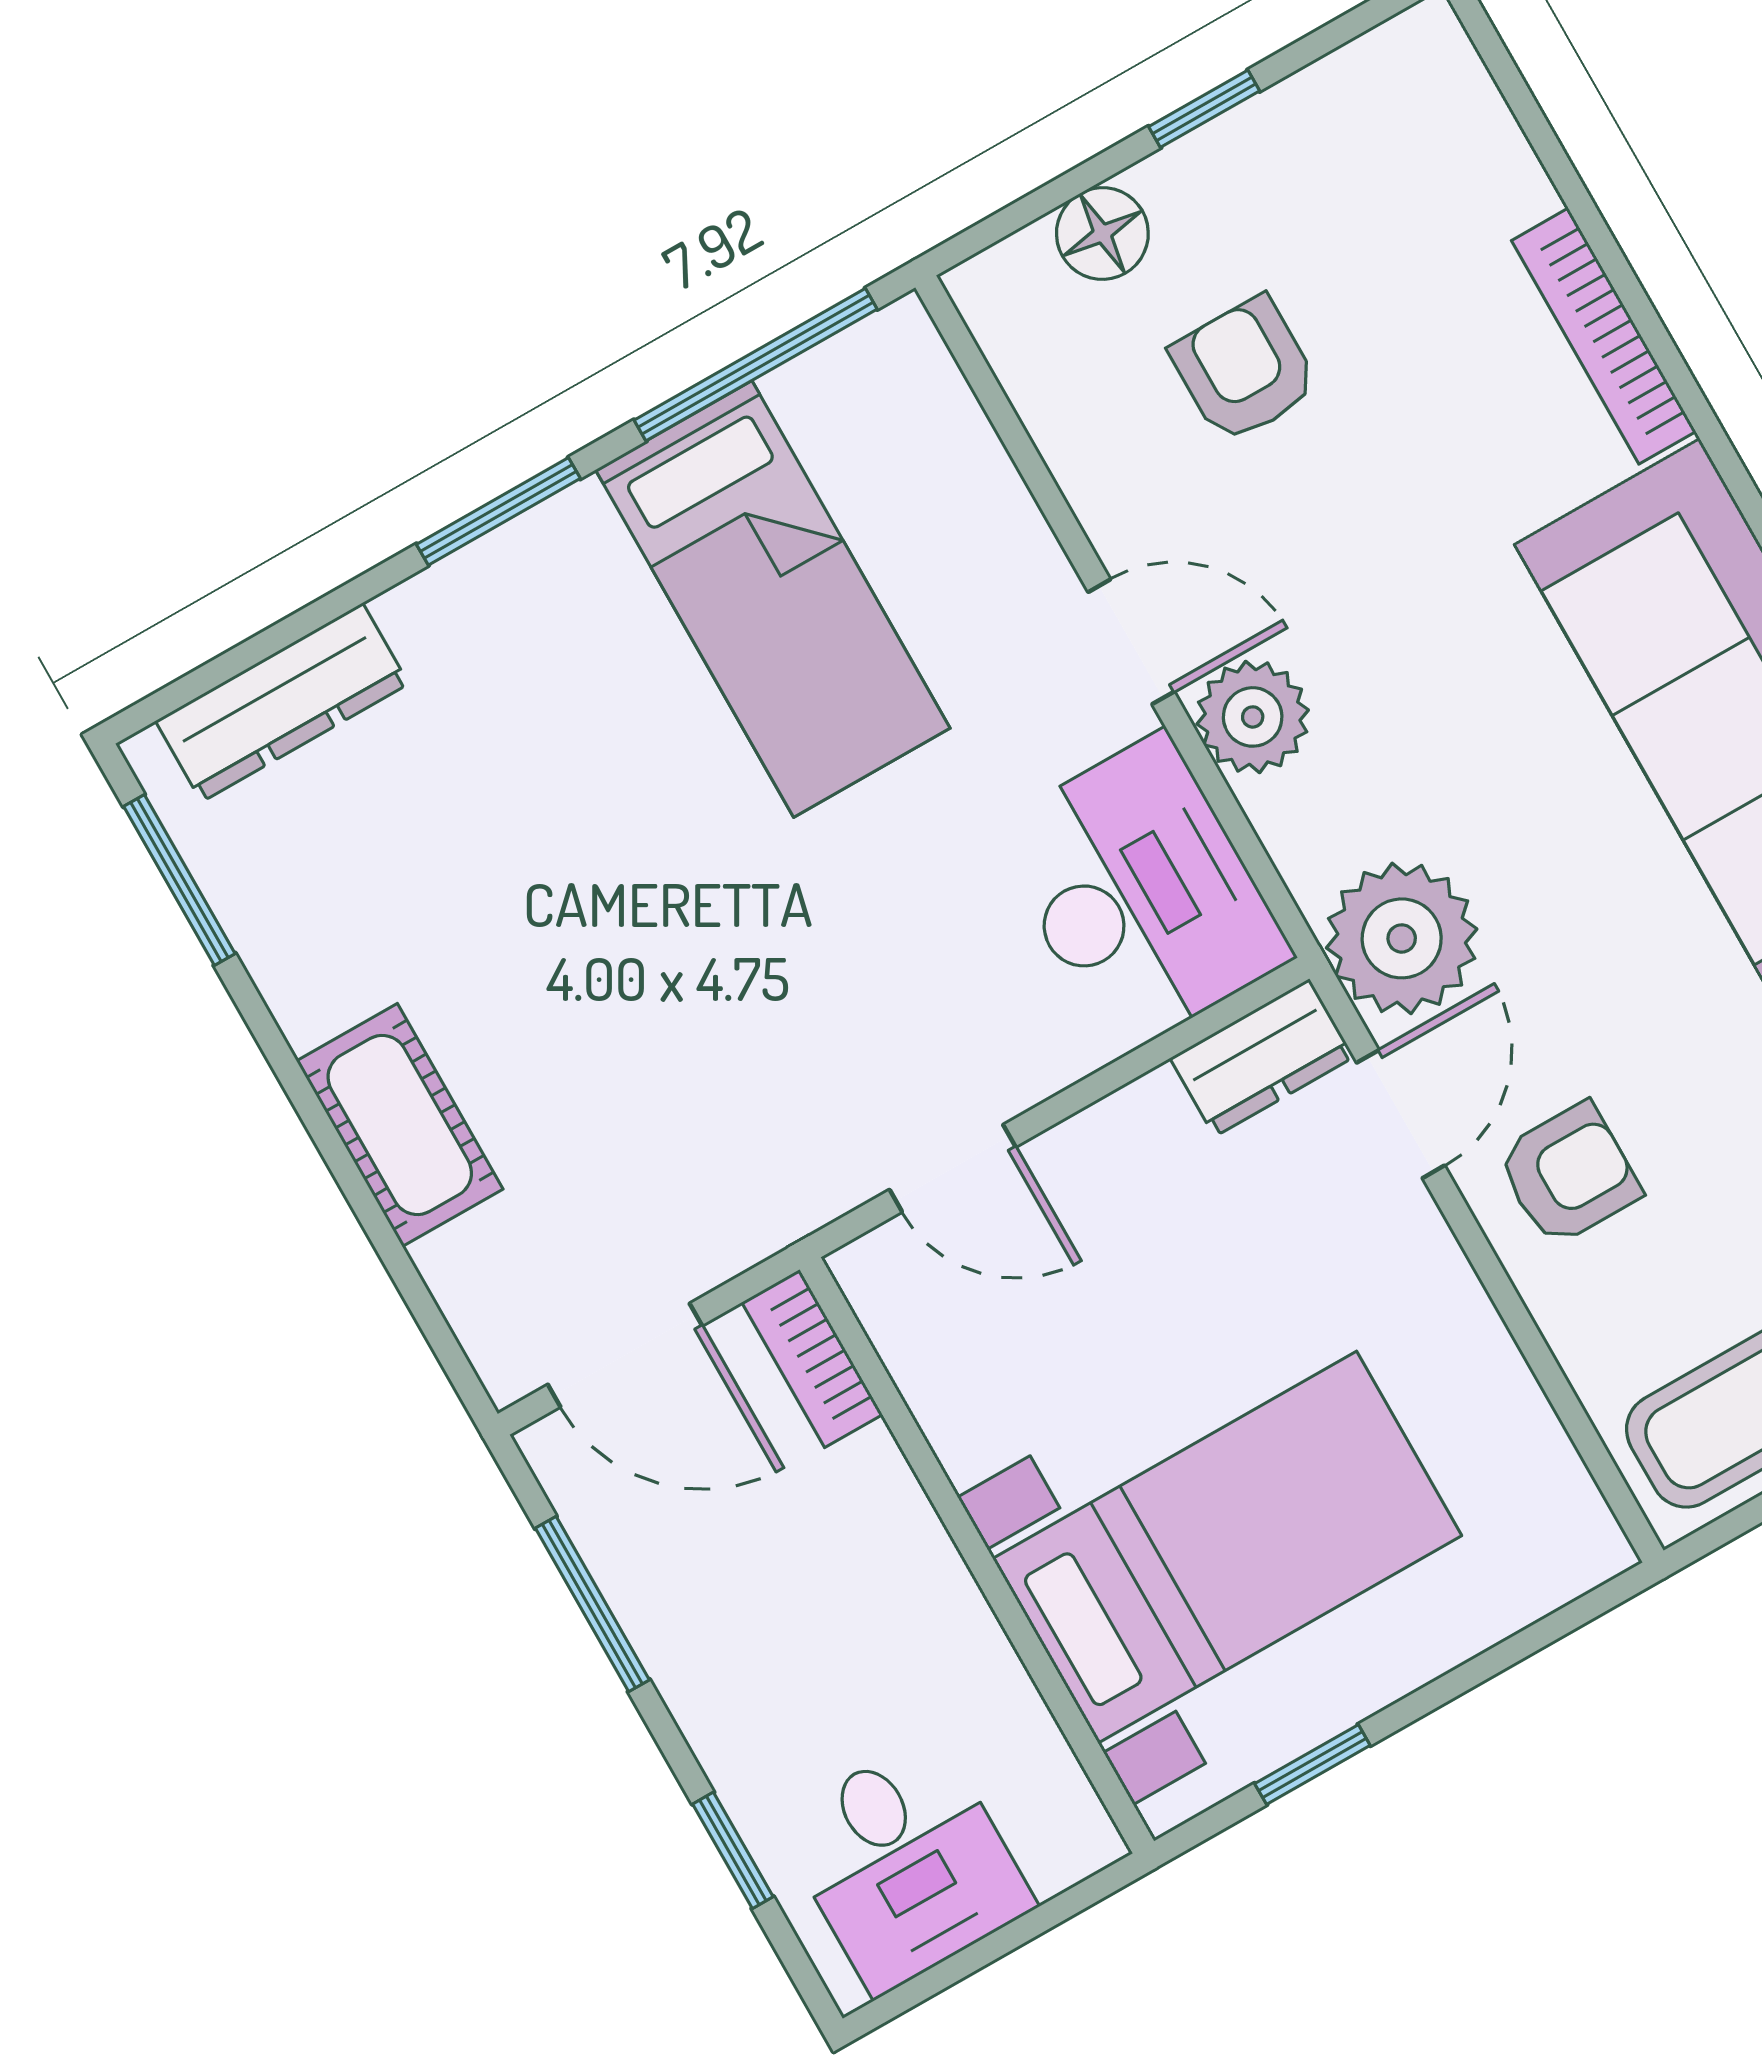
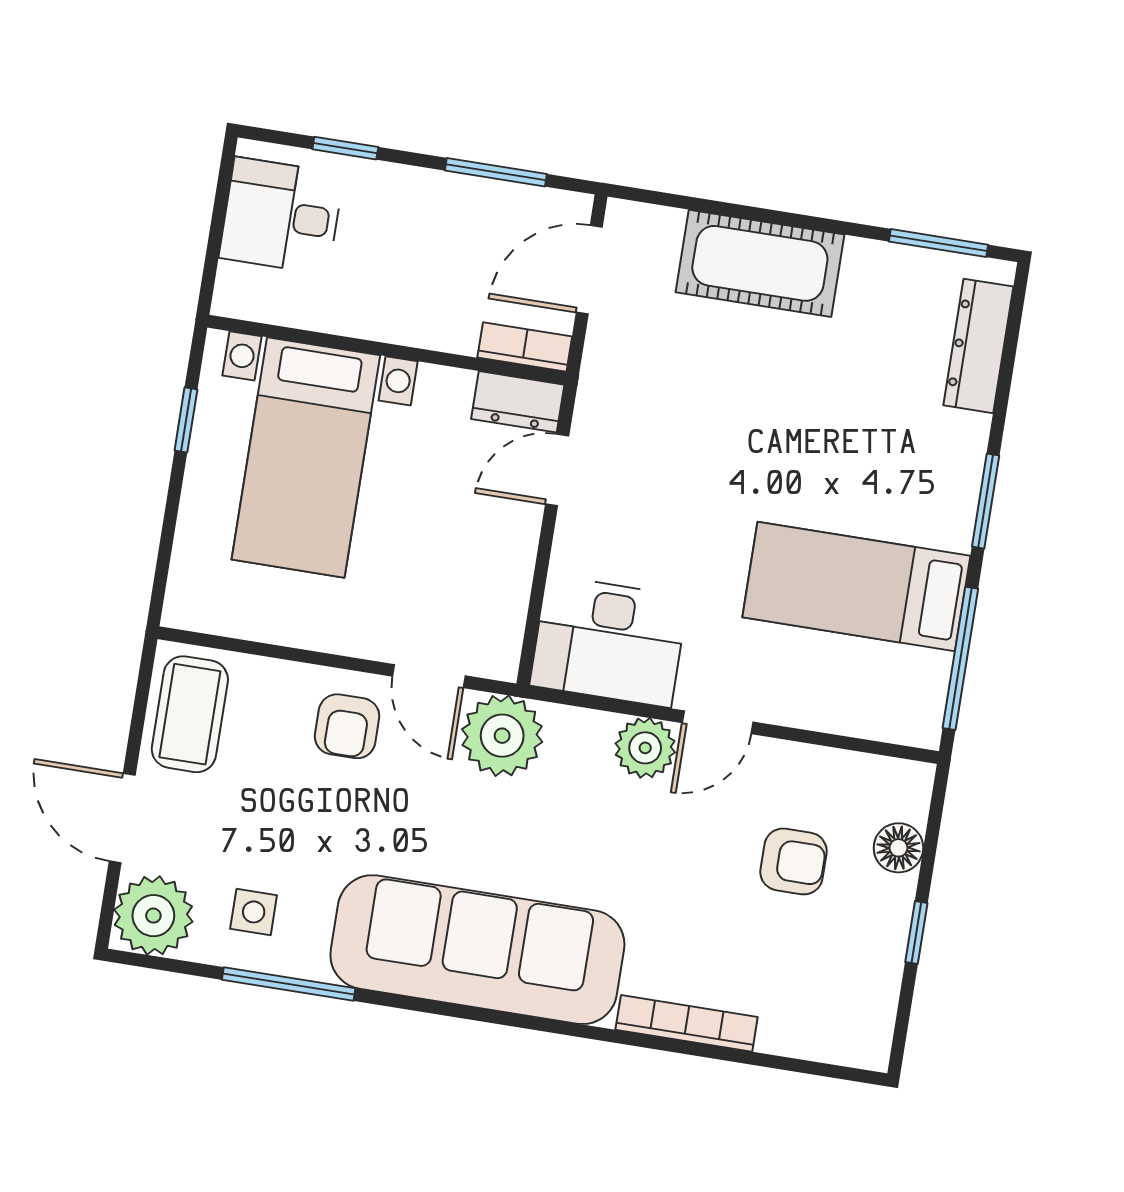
dresser: (1262, 1058) -> (518, 402), moved, turned -90
cot: (400, 1125) -> (760, 263), width x1.37, depth x1.34

